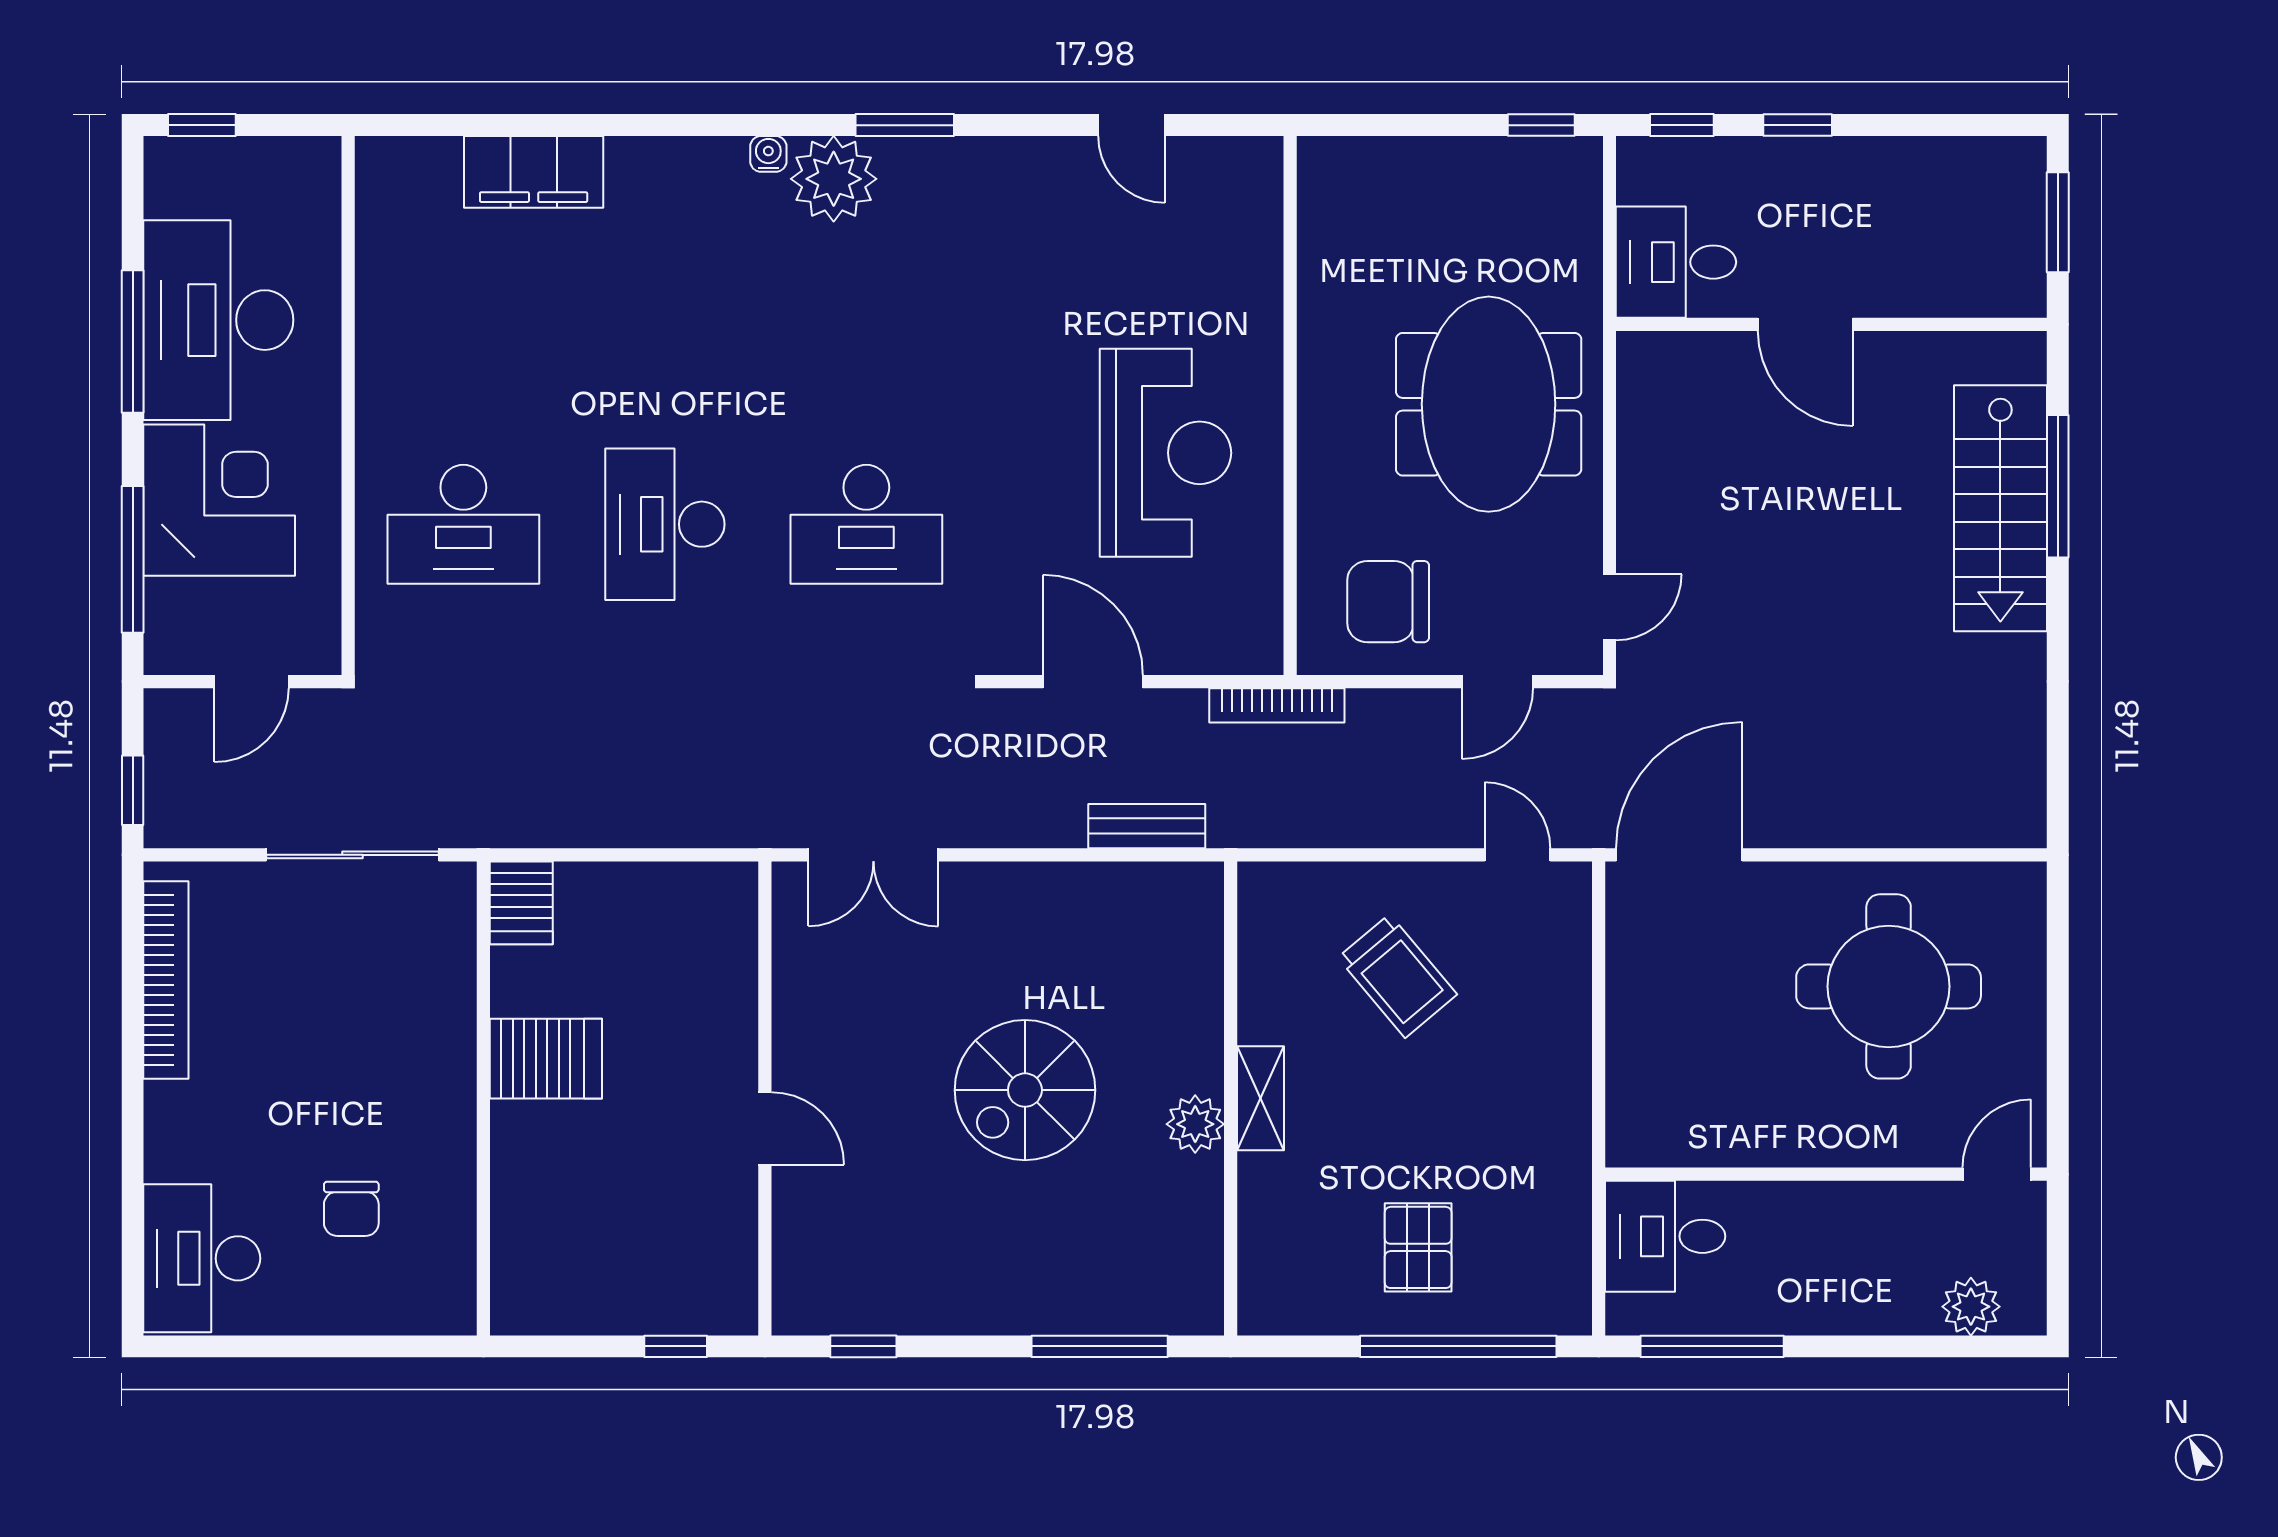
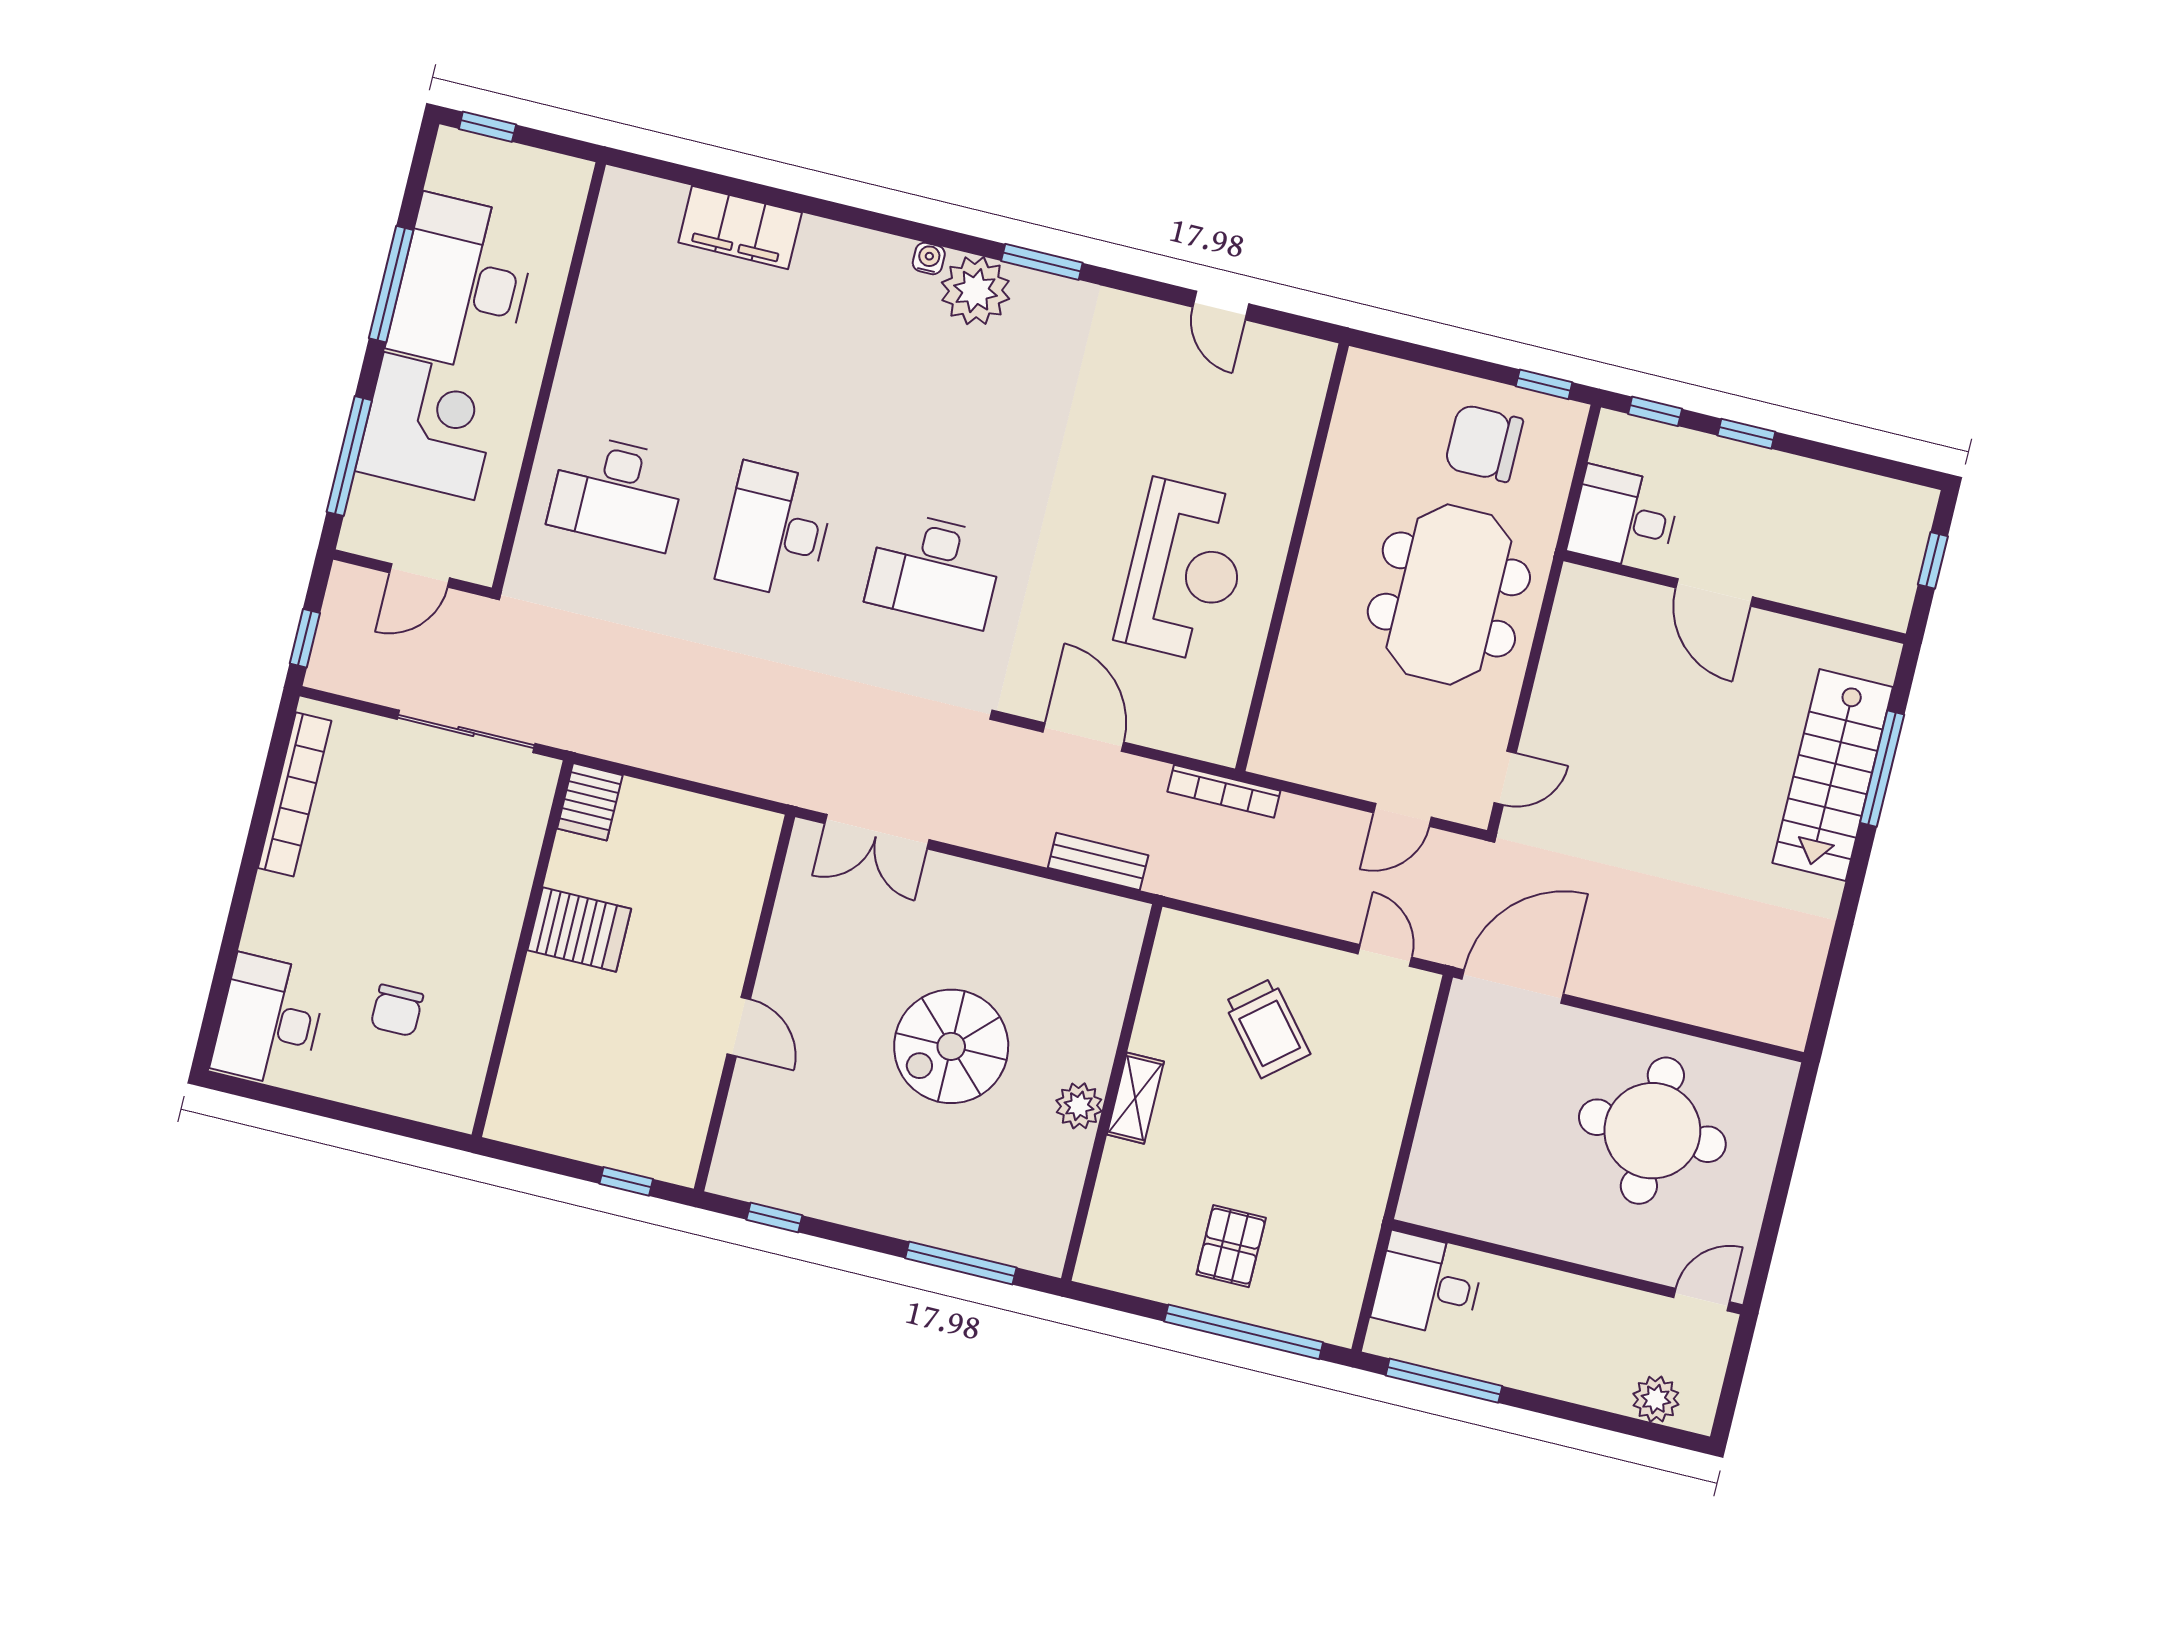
window: (2058, 222) -> (1933, 560), width x0.67
chair: (1388, 602) -> (1484, 443), moved

